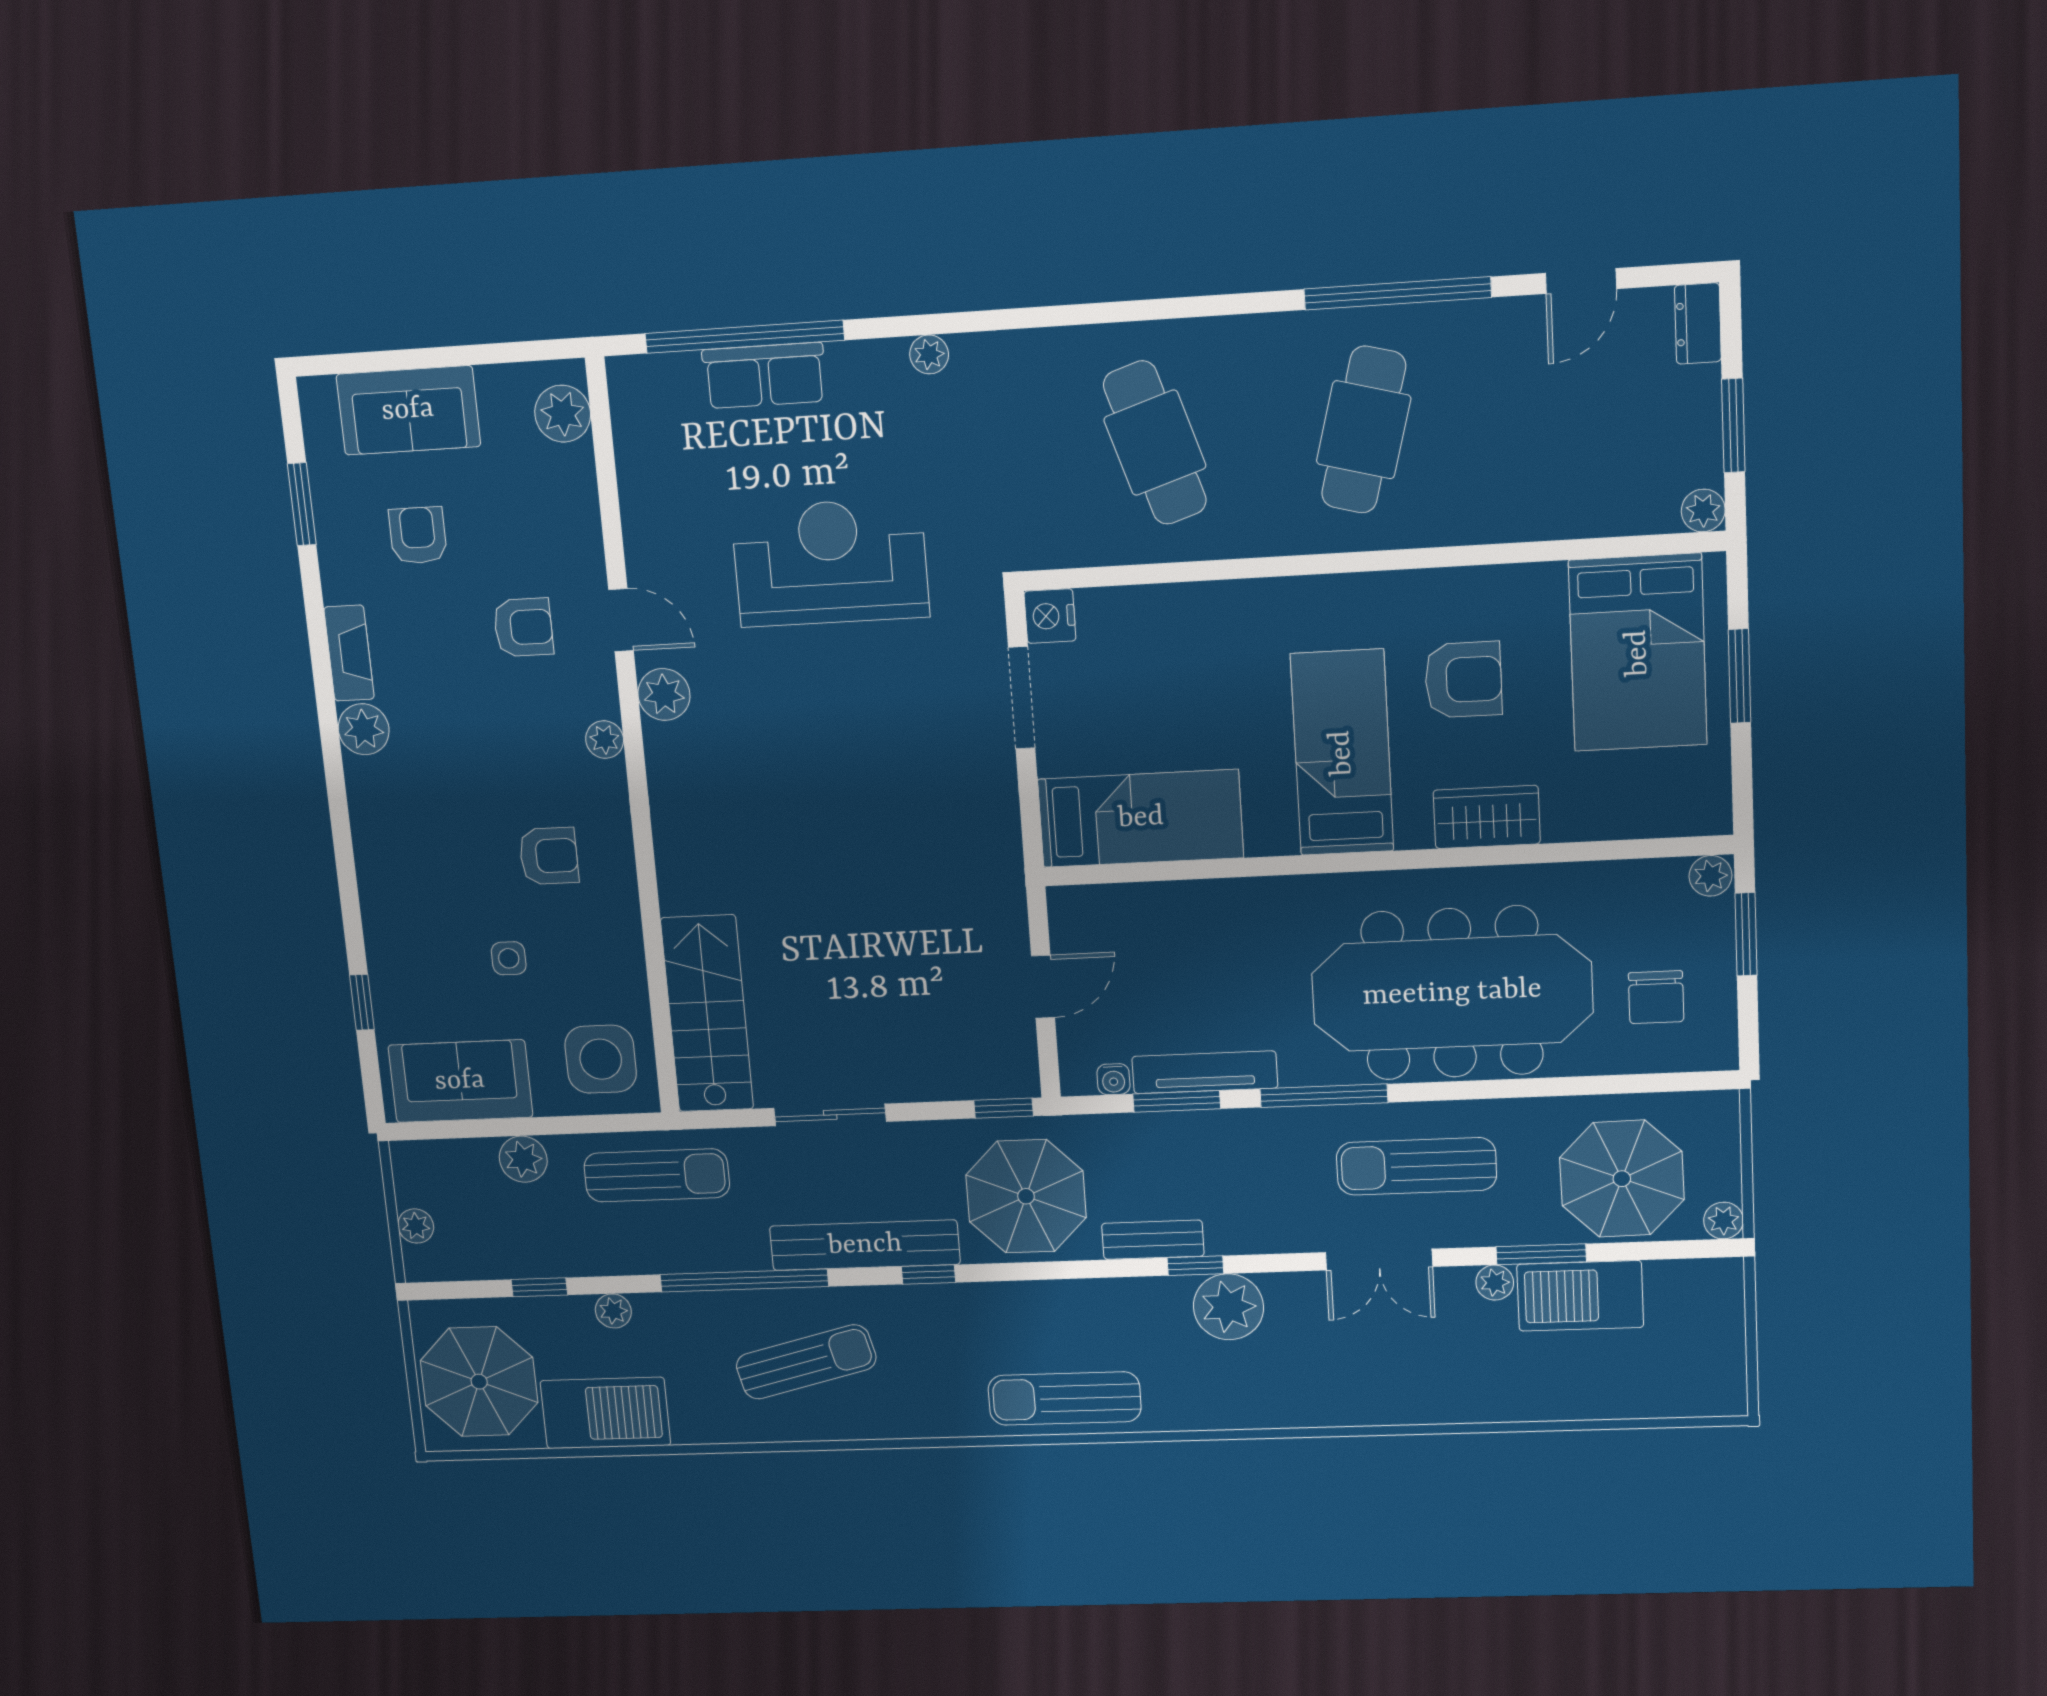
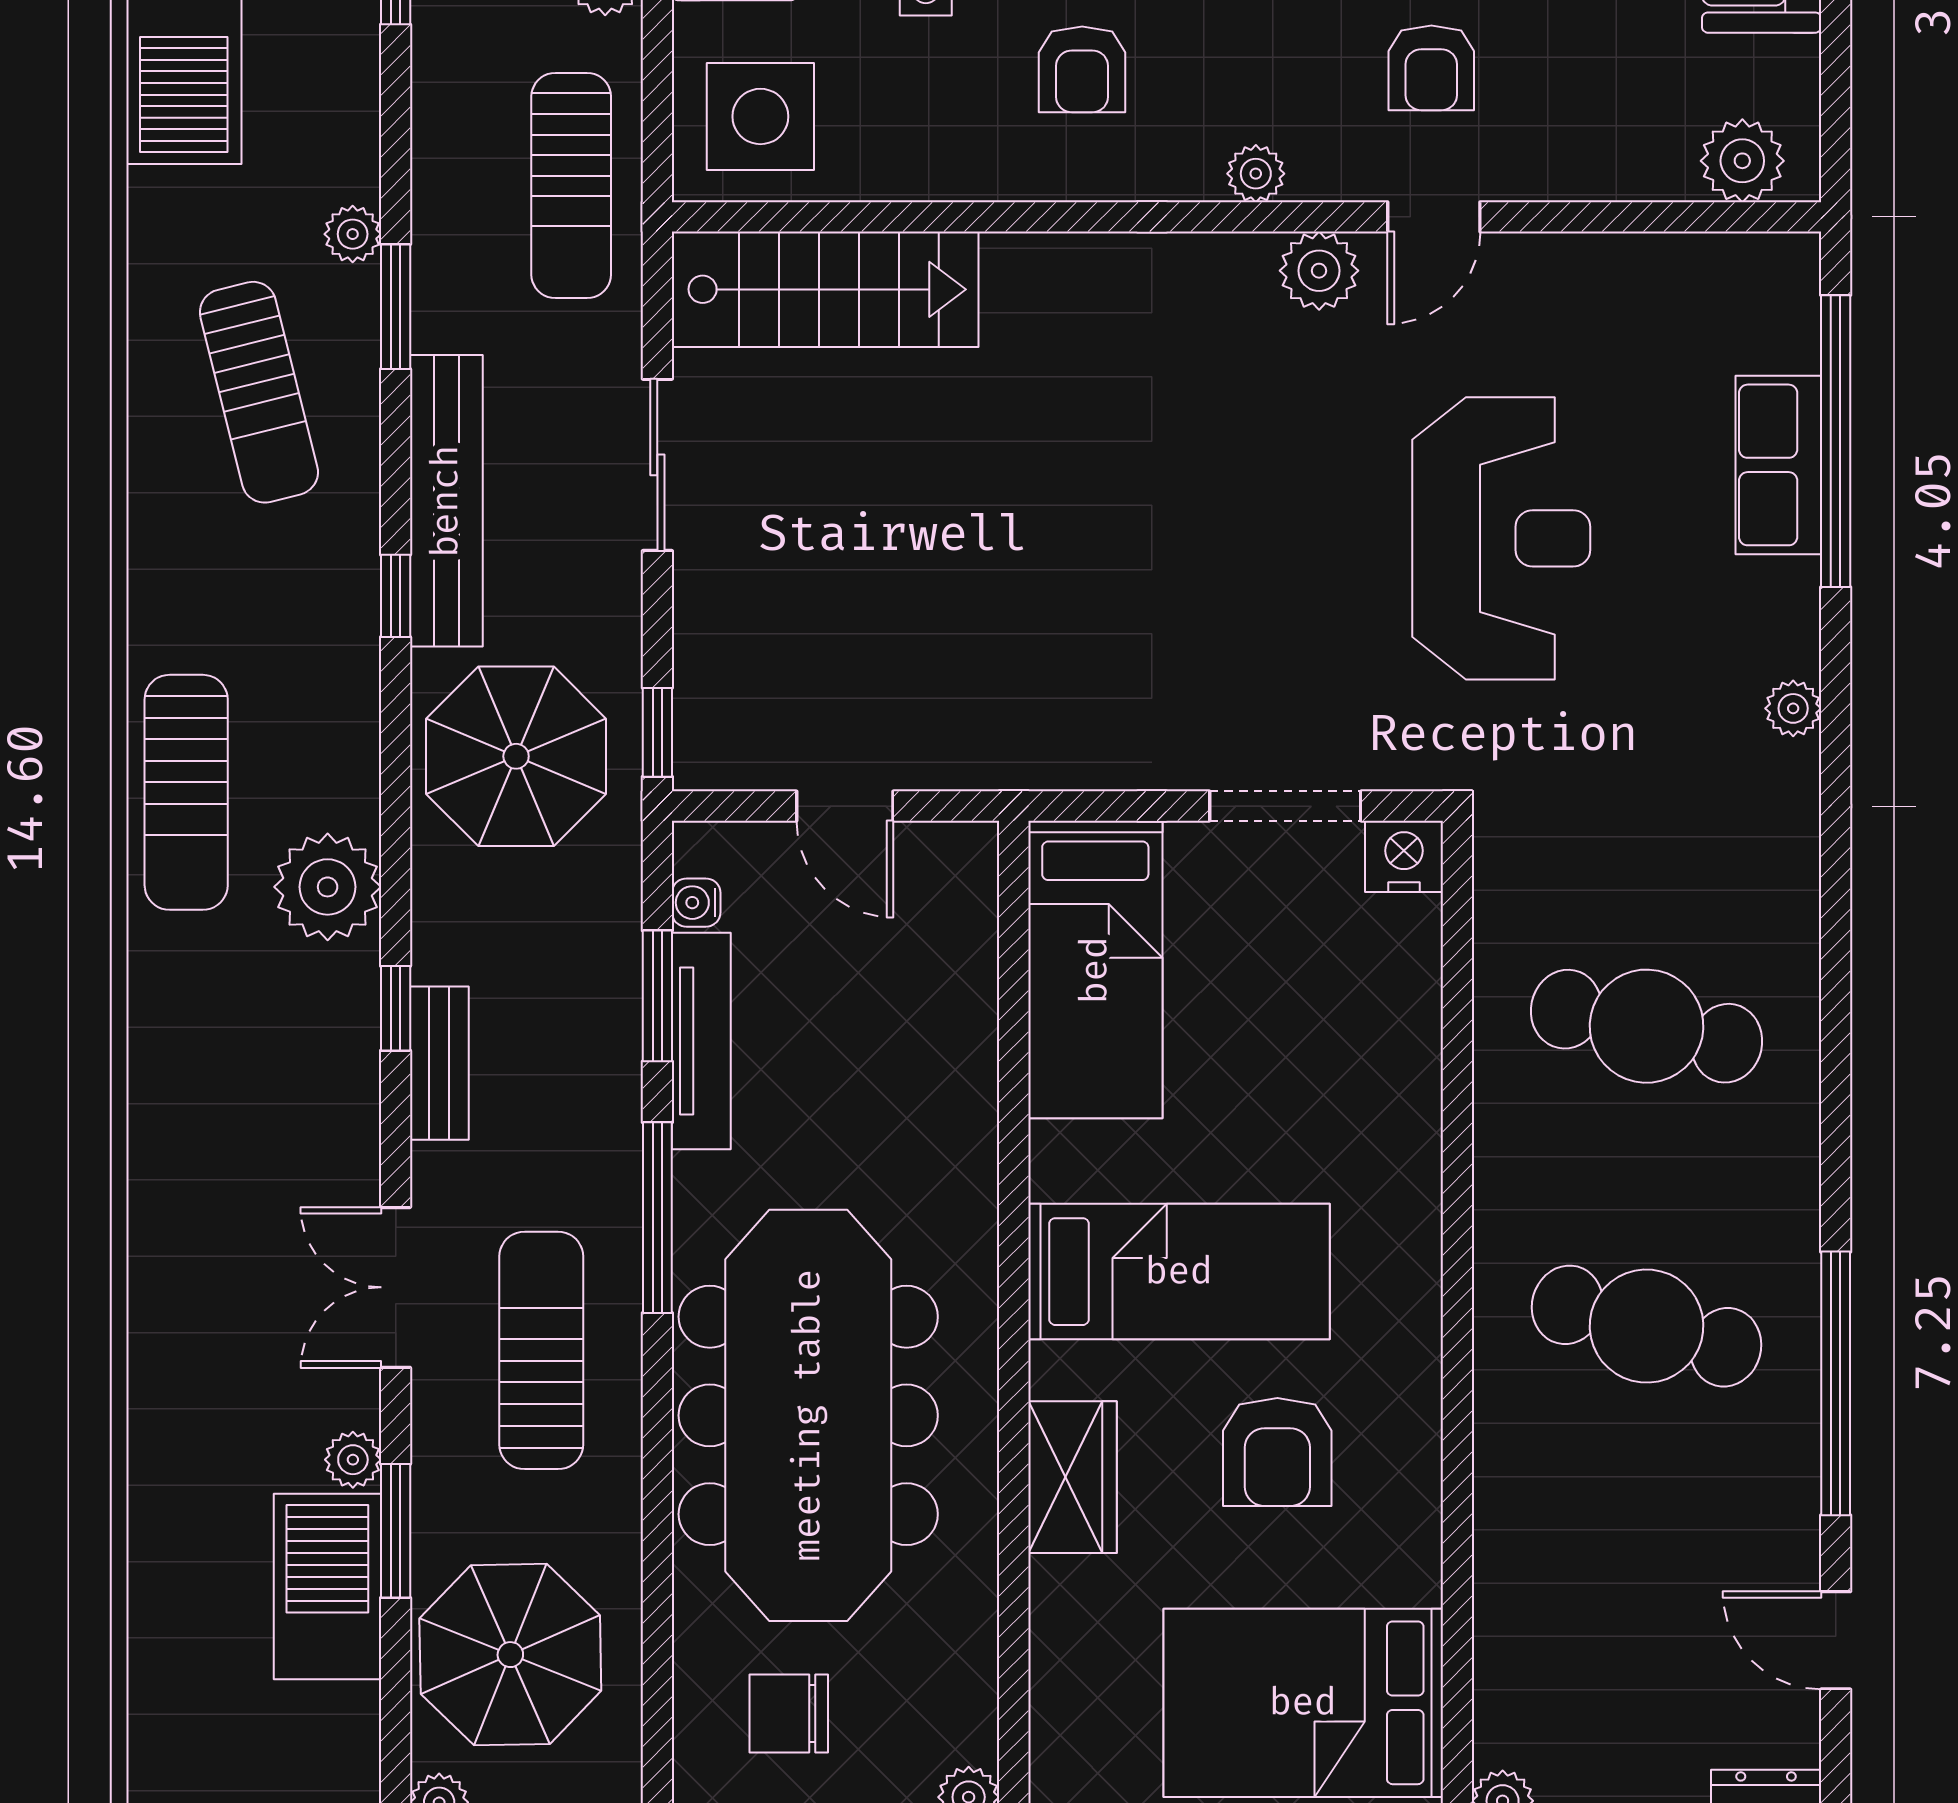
cafe table: (1155, 443) -> (1647, 1026), turned 30
bench: (1153, 1240) -> (439, 1063), moved
window: (744, 1281) -> (396, 307), width x0.47
plant: (1228, 1307) -> (328, 887), moved
plant: (613, 1311) -> (353, 234), moved
sun lounger: (1065, 1398) -> (186, 792), turned 180

